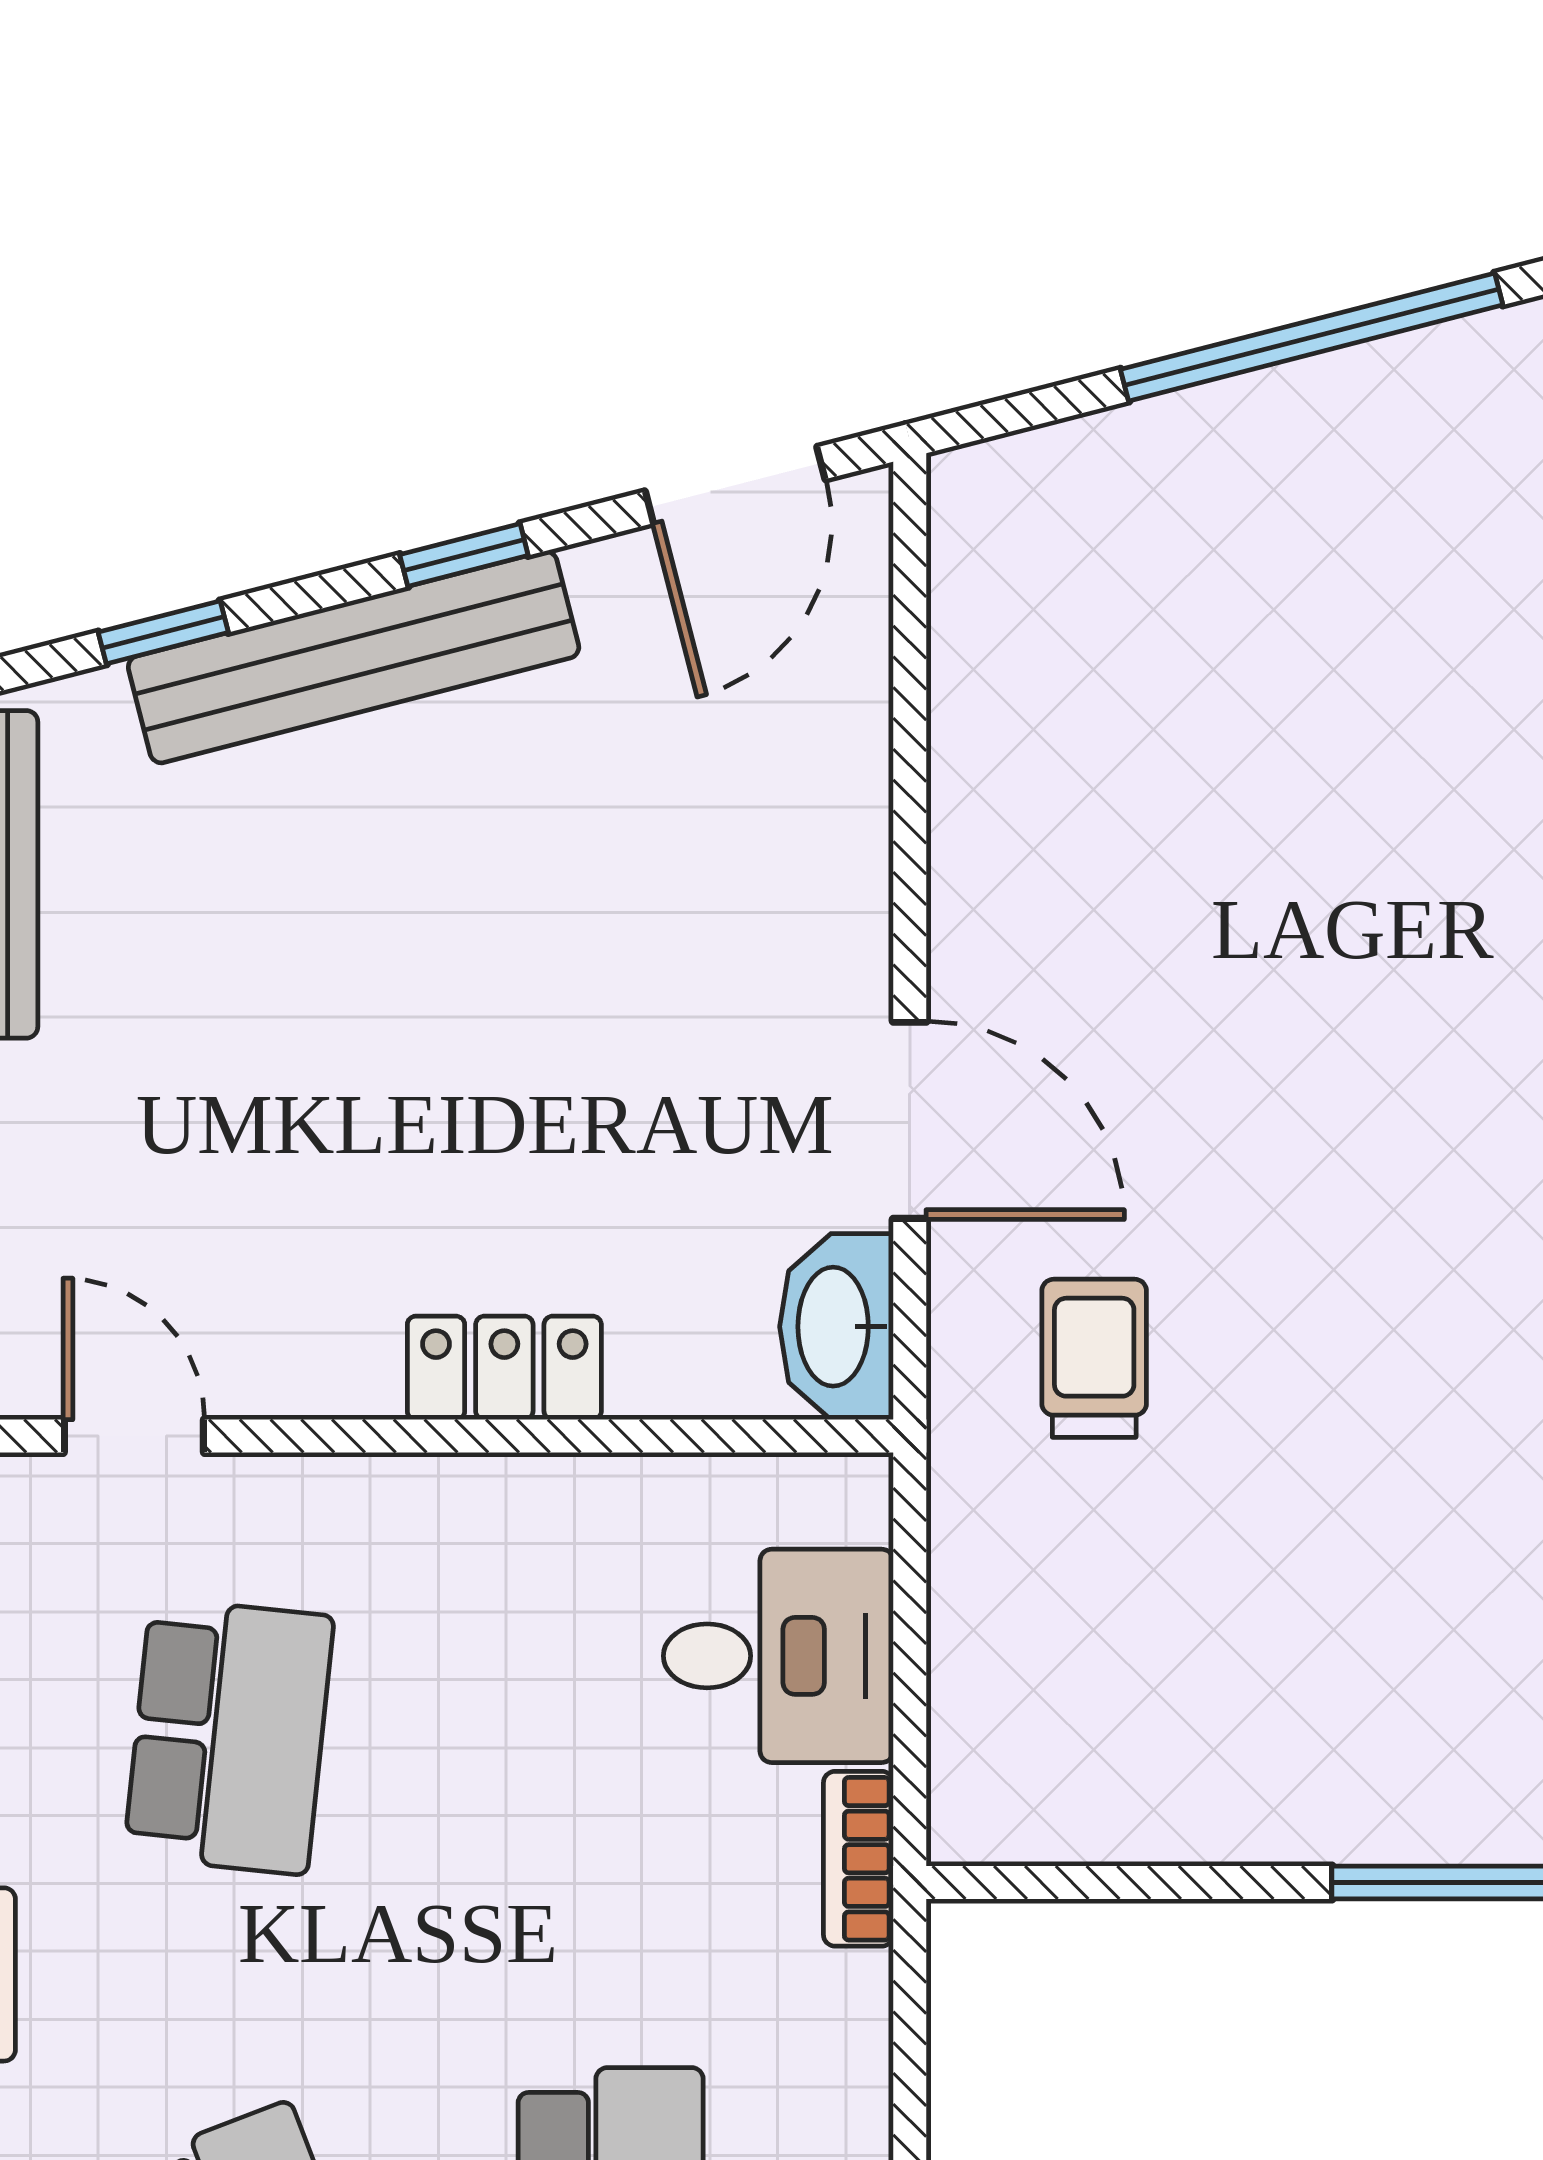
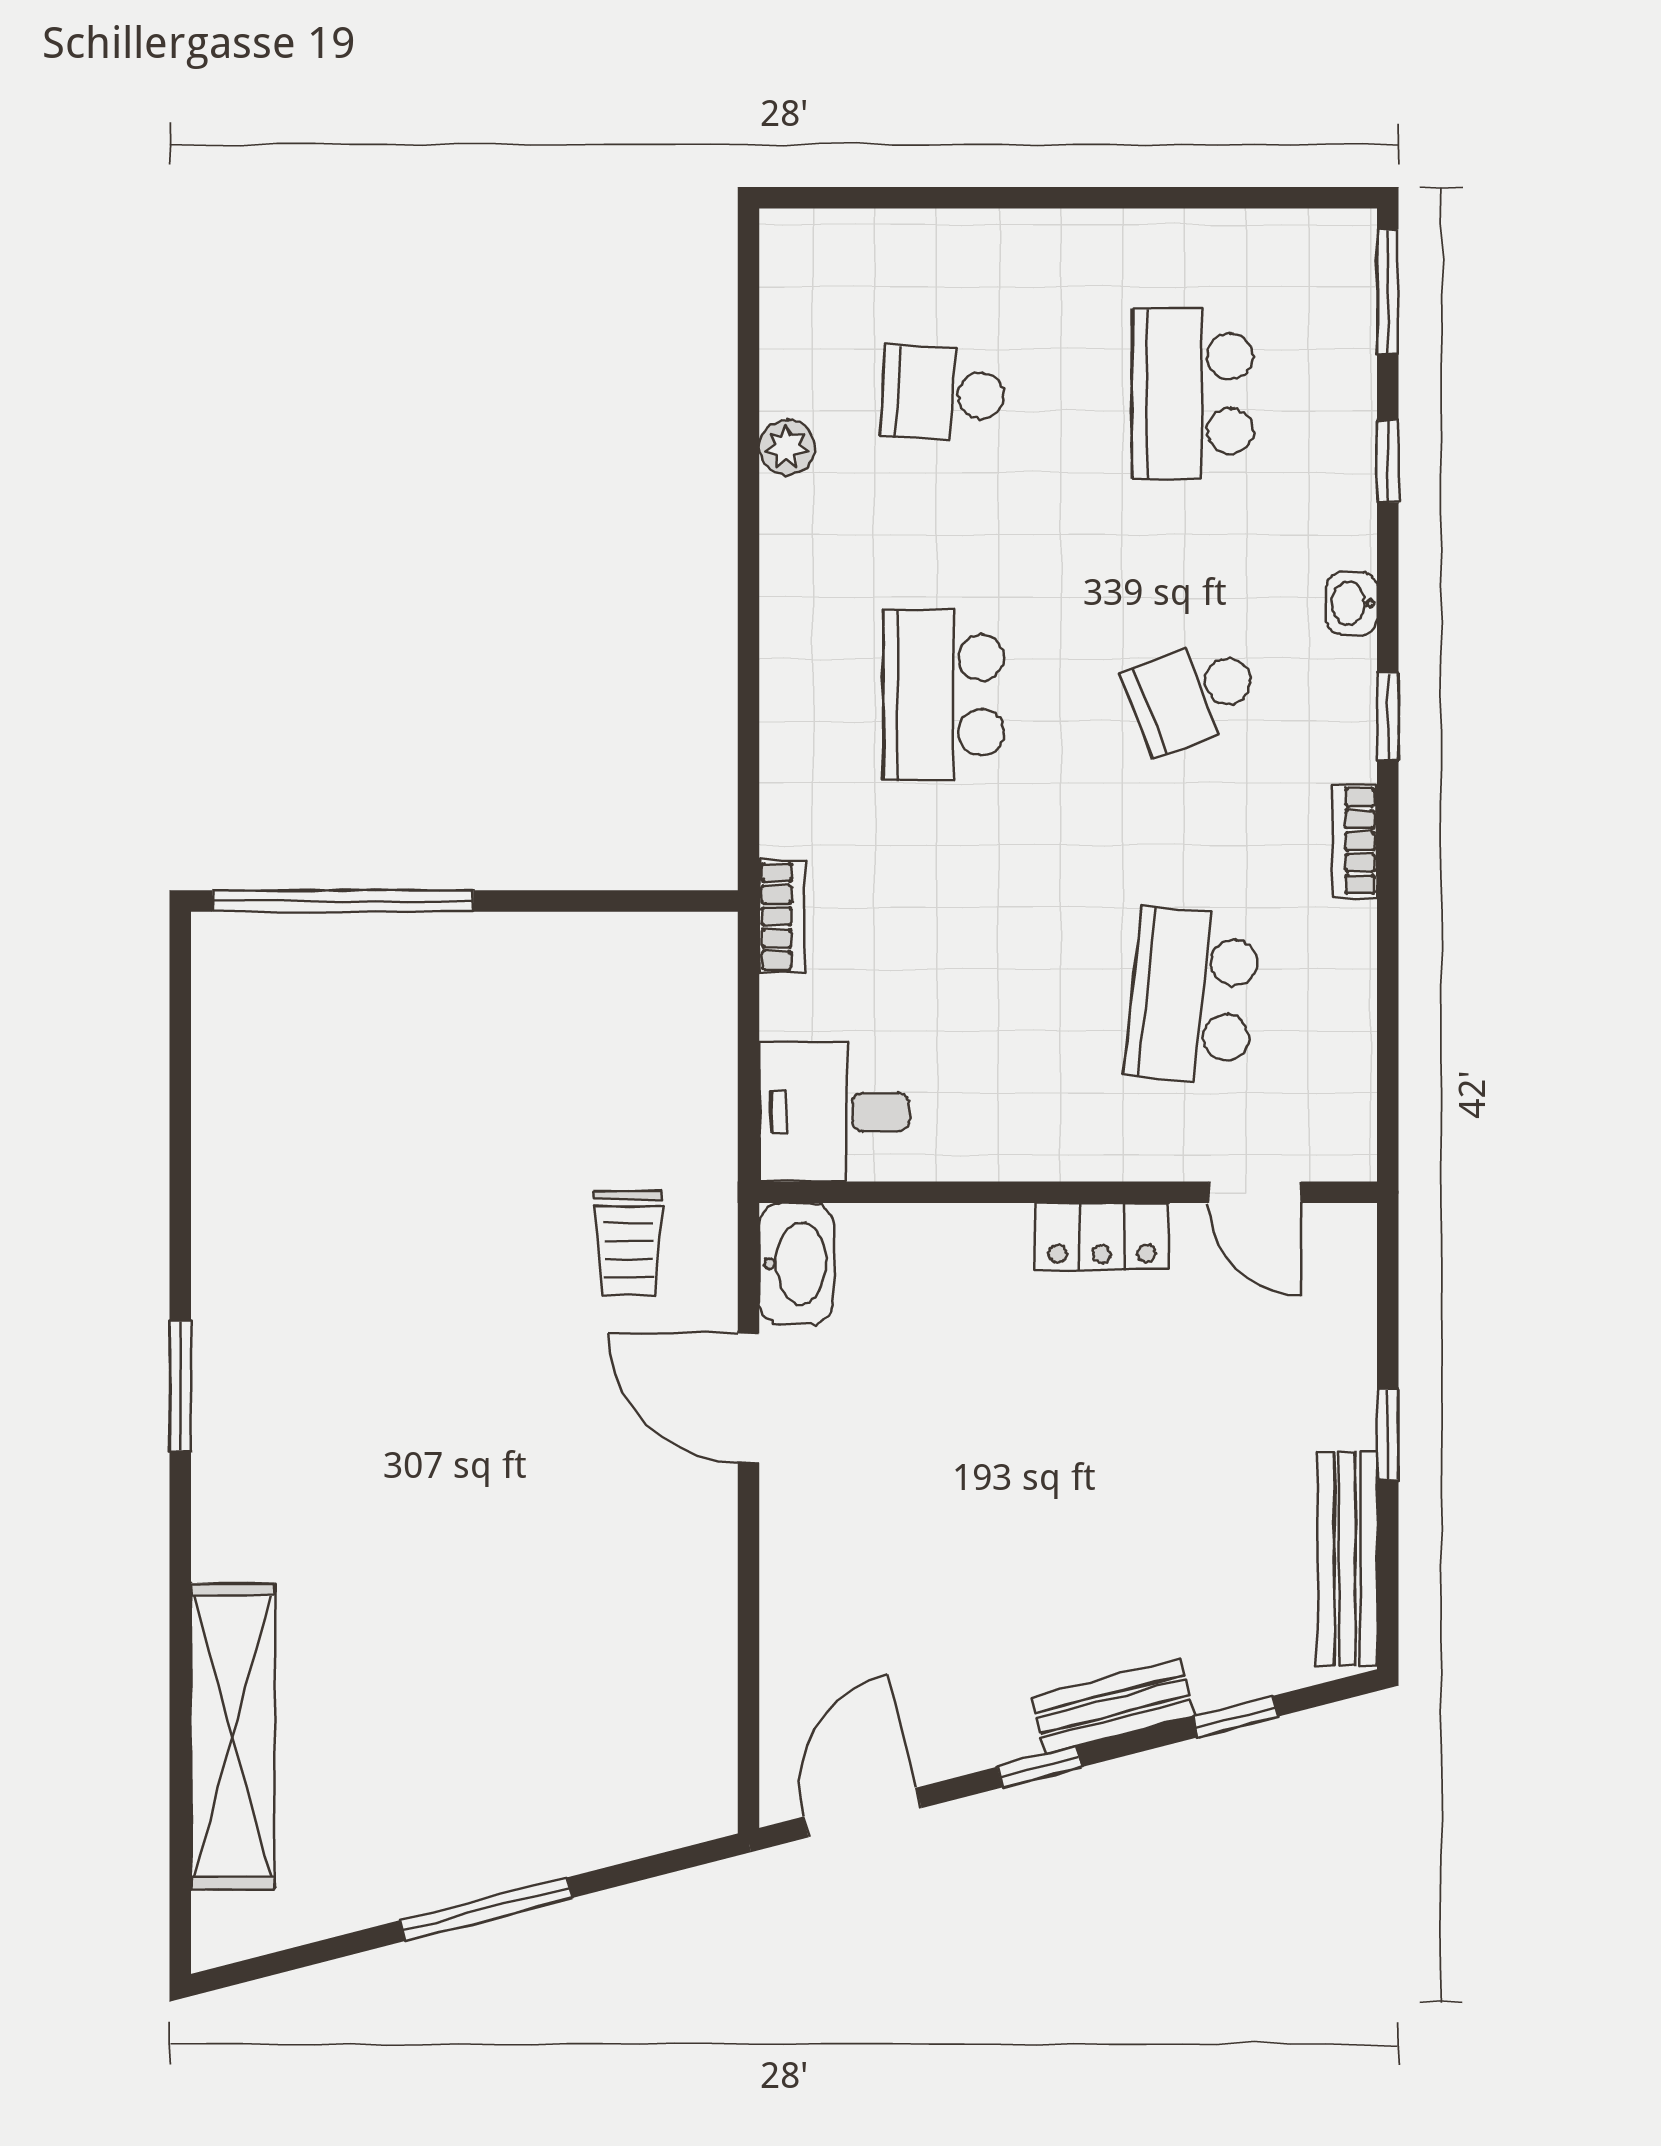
window: (1312, 337) -> (486, 1909), width x0.68
bench: (354, 657) -> (1113, 1707), width x0.54, depth x0.82
locker: (504, 1368) -> (1102, 1237), moved
desk: (778, 1656) -> (834, 1112), moved

